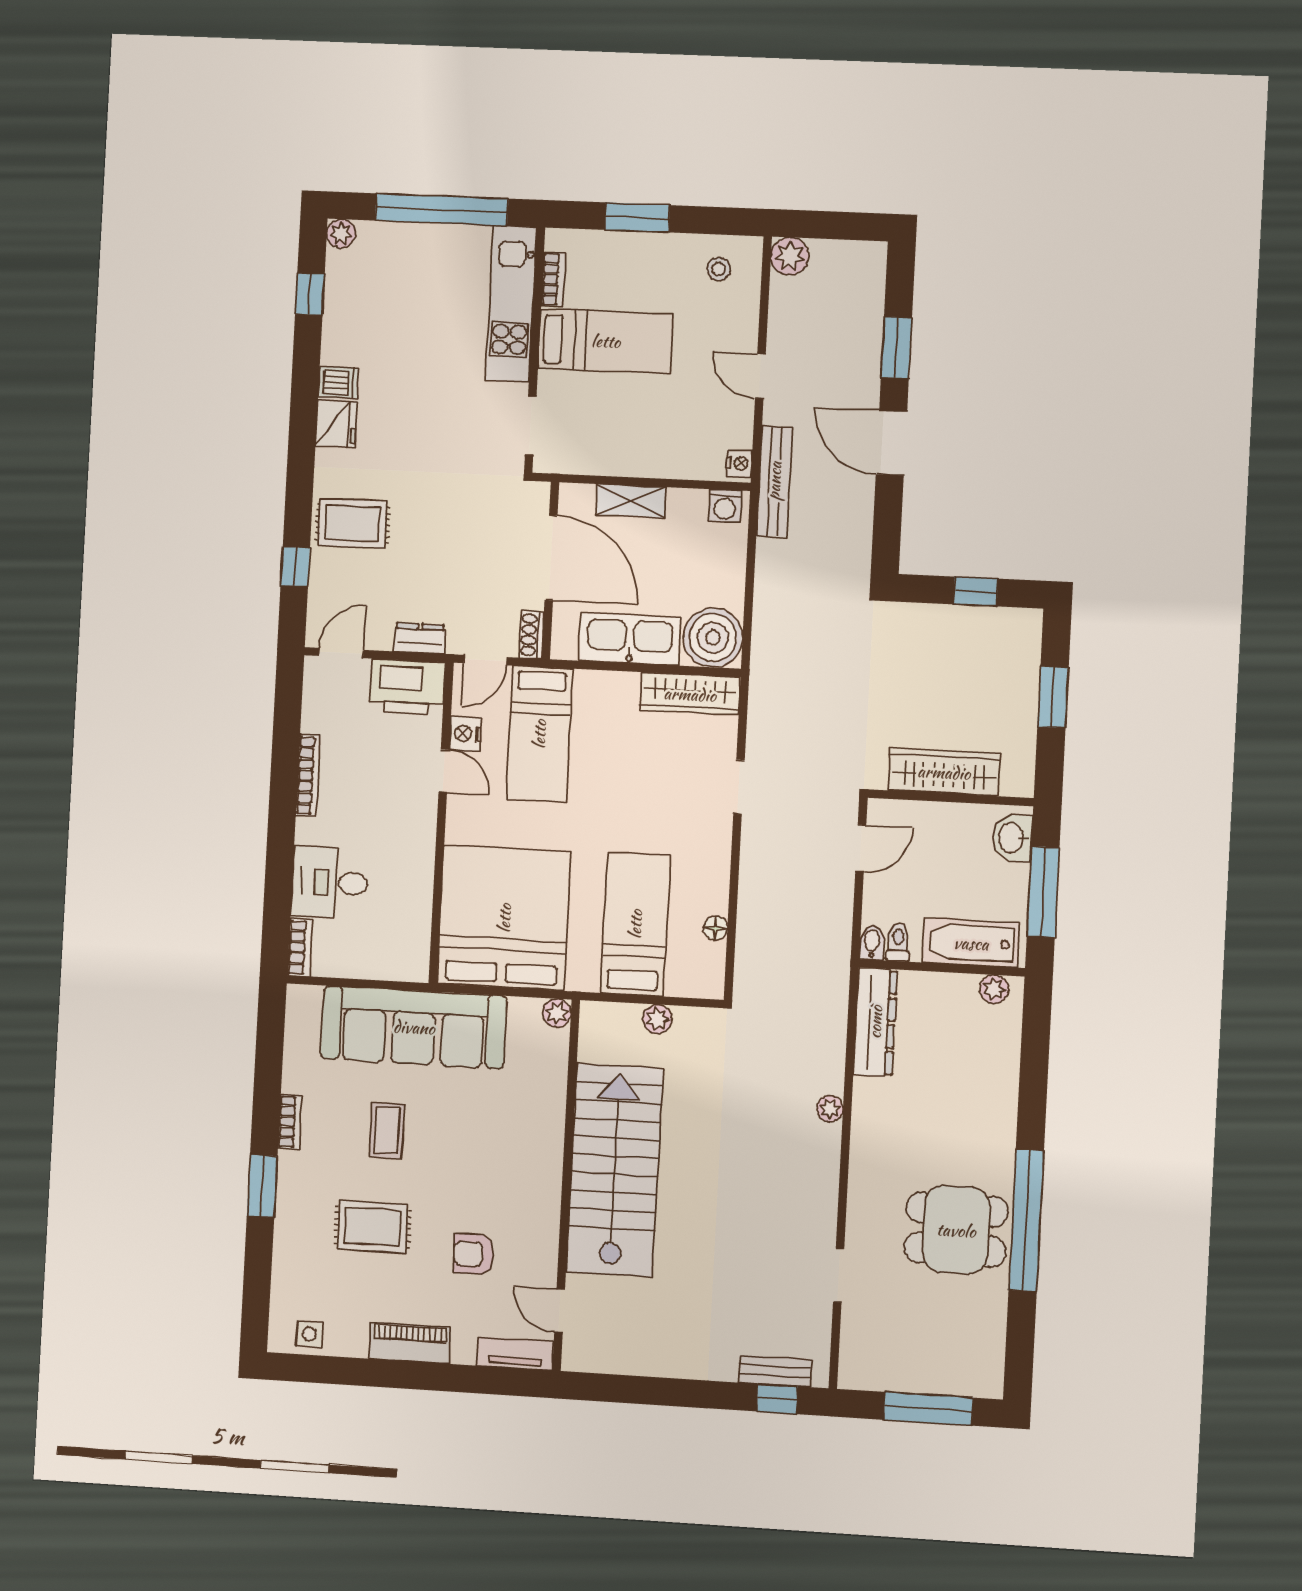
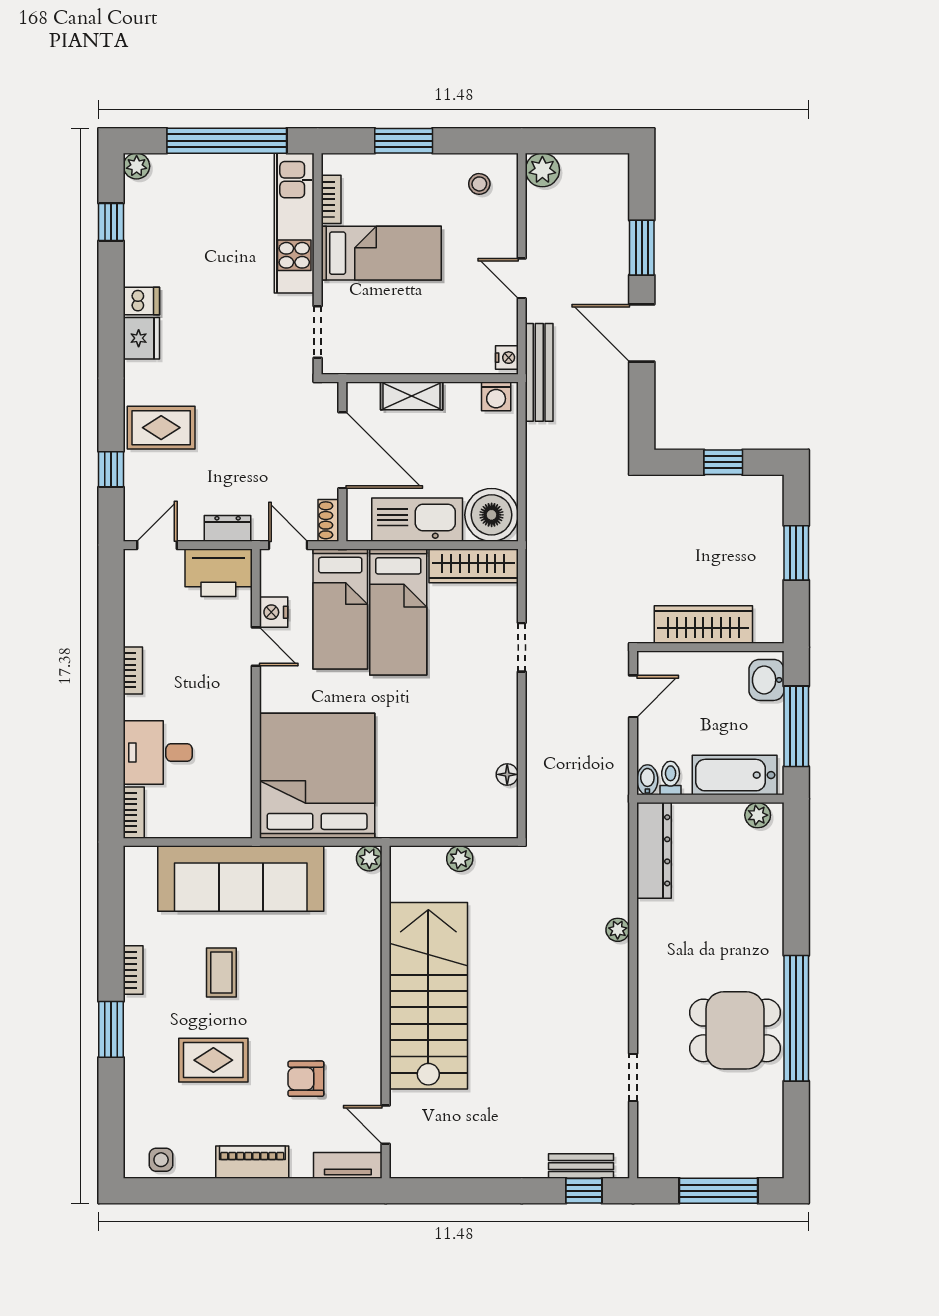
door: (485, 660) -> (288, 545), swing flipped
bookcase: (308, 776) -> (133, 670), width x0.64
bed: (635, 924) -> (398, 612), moved, turned 180

